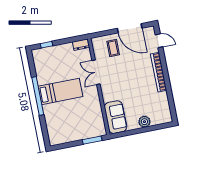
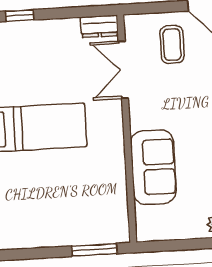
double door: (96, 72) -> (123, 70), moved
sofa: (115, 117) -> (153, 167), moved

